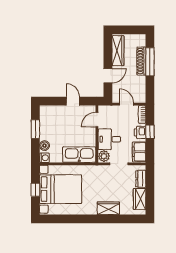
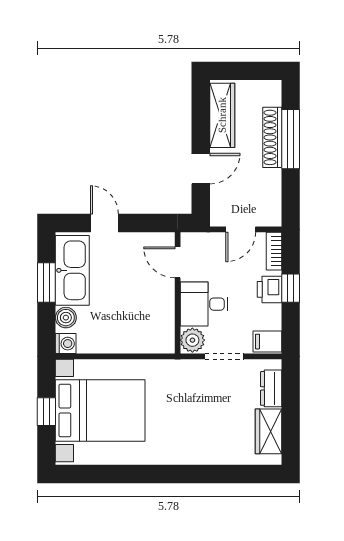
door: (73, 101) -> (104, 223), moved
door: (127, 104) -> (241, 229), swing flipped
door: (97, 120) -> (178, 262), hinge flipped
filing cabinet: (139, 152) -> (267, 342), width x0.50
kitchen sink: (79, 155) -> (72, 270), moved, turned 90
wardrobe: (108, 208) -> (202, 451), removed

